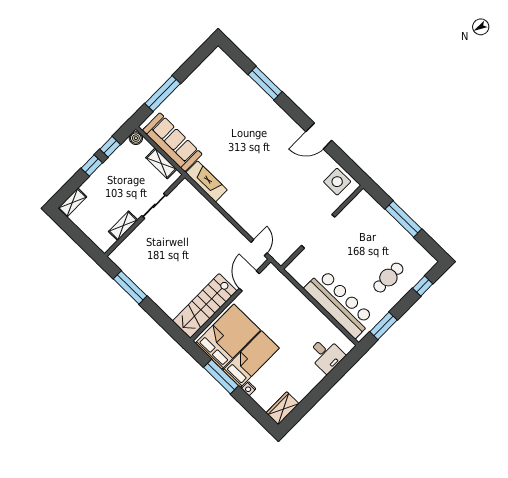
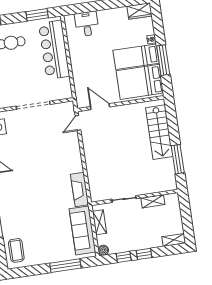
coffee table: (224, 71) -> (16, 250), added
door: (249, 281) -> (100, 107), swing flipped
stairs: (205, 306) -> (159, 132), moved, turned 90

